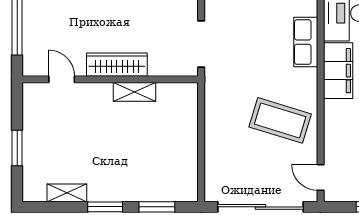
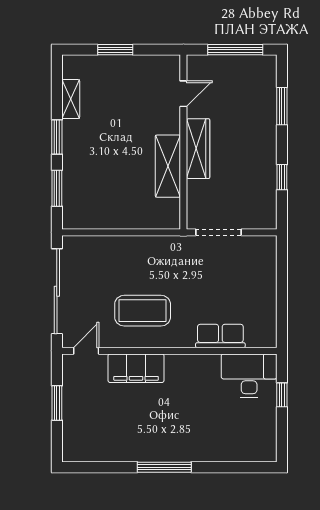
filing cabinet: (338, 71) -> (136, 368), moved
shelving: (134, 92) -> (168, 166), width x1.50, depth x1.33
coffee table: (280, 120) -> (143, 311), turned 73

